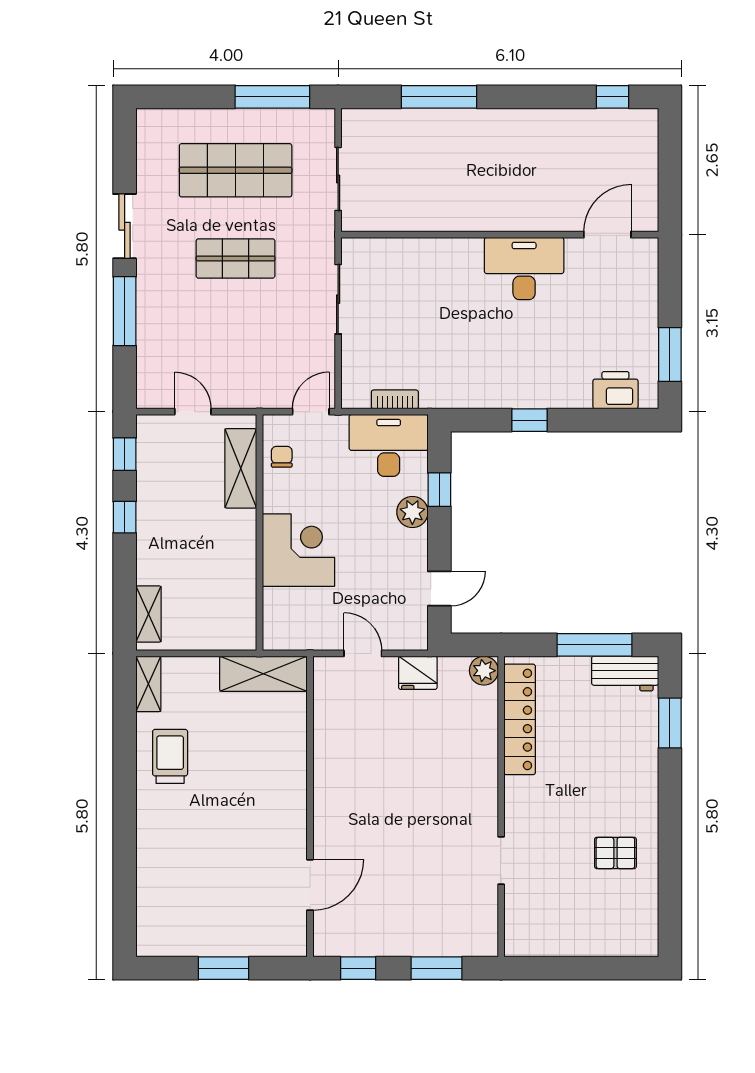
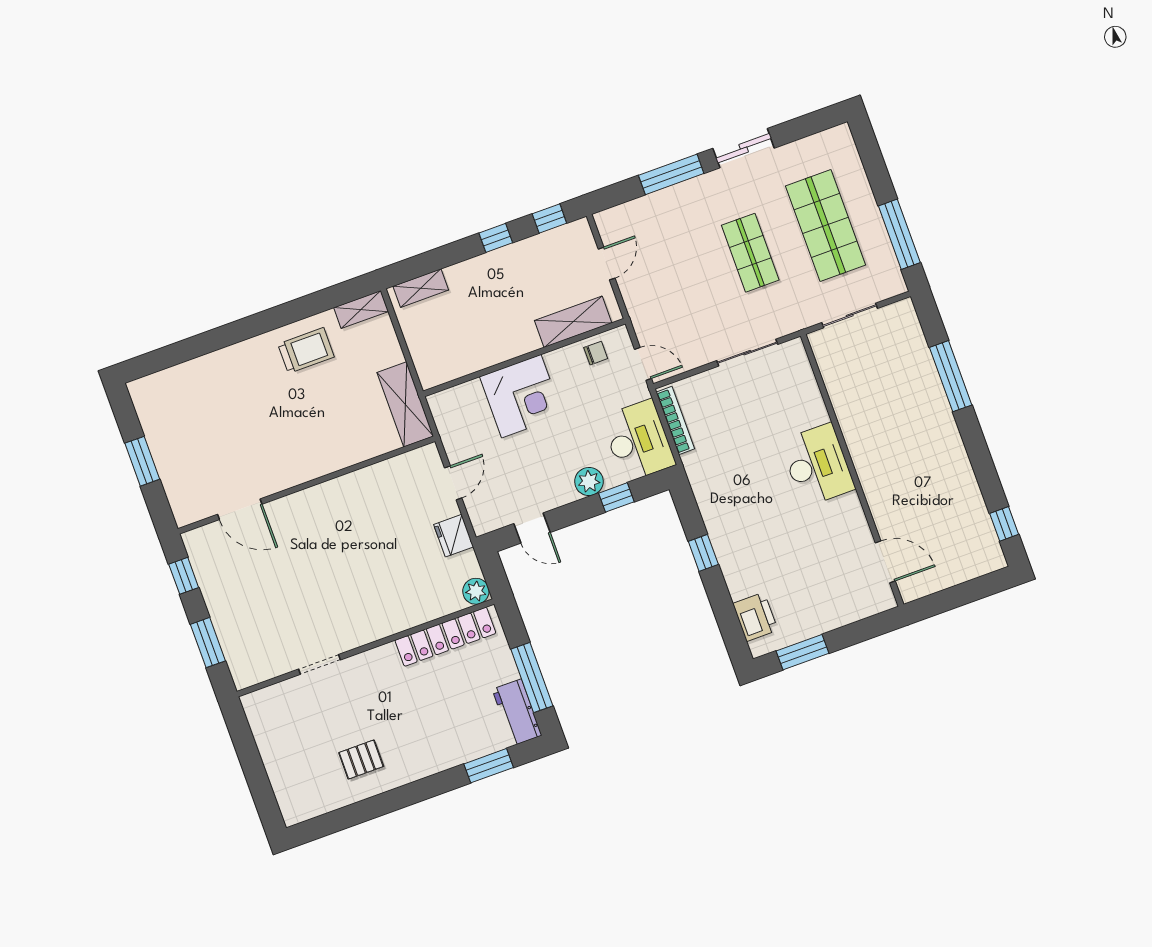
desk: (524, 269) -> (817, 465), moved
bookcase: (395, 399) -> (675, 421), width x1.56
pallet: (615, 853) -> (361, 759), turned 90

